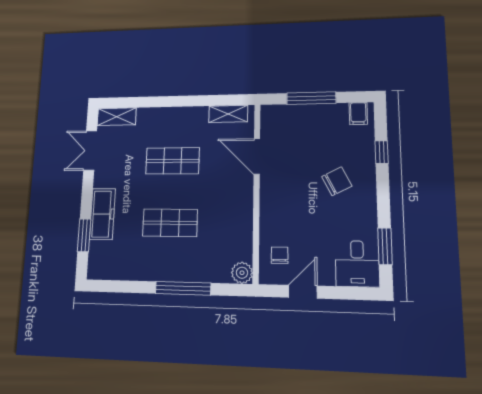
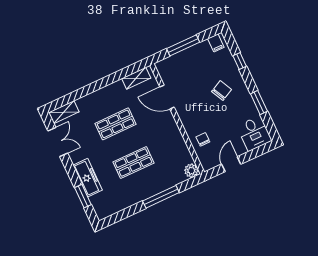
double door: (90, 150) -> (58, 142), swing flipped
window: (385, 246) -> (259, 102), moved
chair: (280, 255) -> (203, 139), moved

